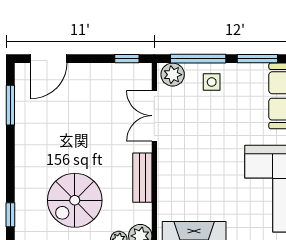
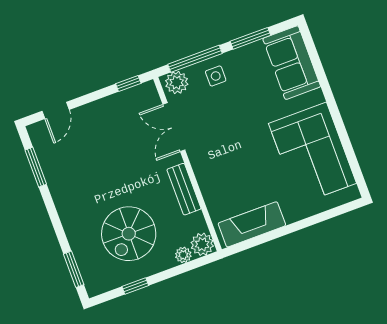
door: (49, 59) -> (56, 110), width x0.73
window: (10, 215) -> (74, 269), width x1.50

